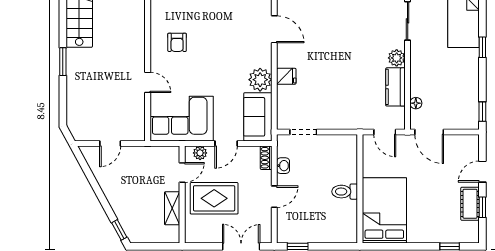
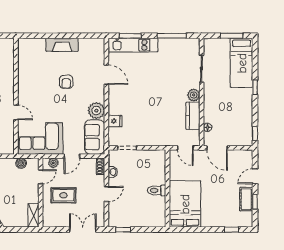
armchair: (177, 42) -> (66, 82), moved
fridge: (286, 76) -> (115, 121), moved
boiler: (155, 153) -> (21, 163), added
rug: (214, 198) -> (63, 195), width x0.73, depth x0.70
shelving: (172, 208) -> (34, 215), moved

